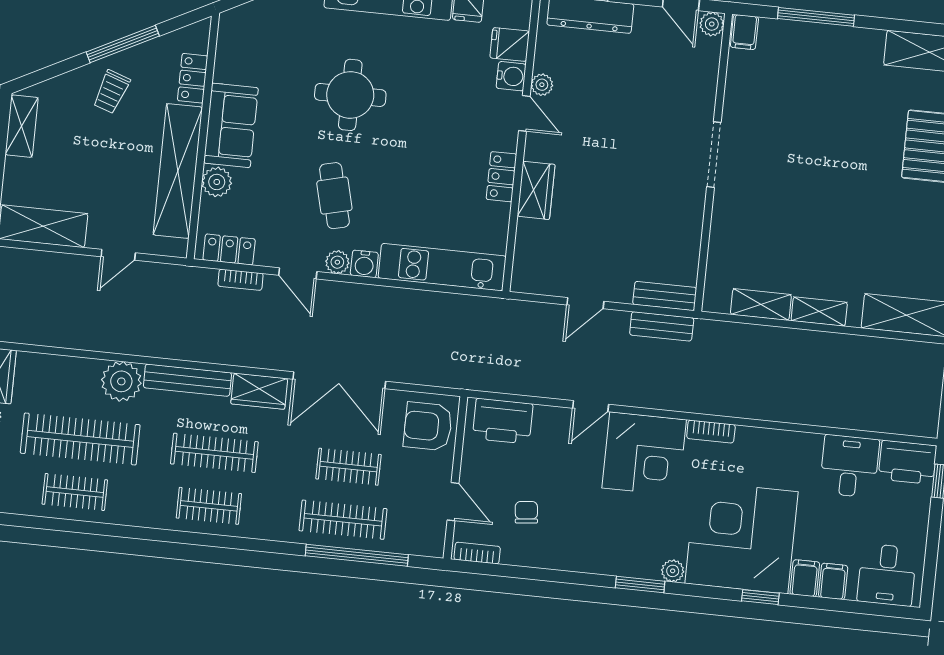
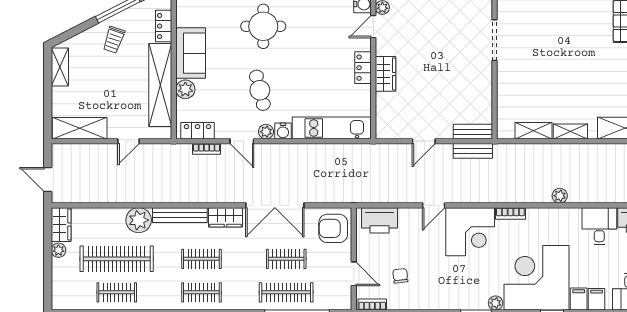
door: (524, 113) -> (373, 27), swing flipped
plant: (792, 412) -> (560, 196), added
clothes rail: (214, 453) -> (201, 259), width x0.73

